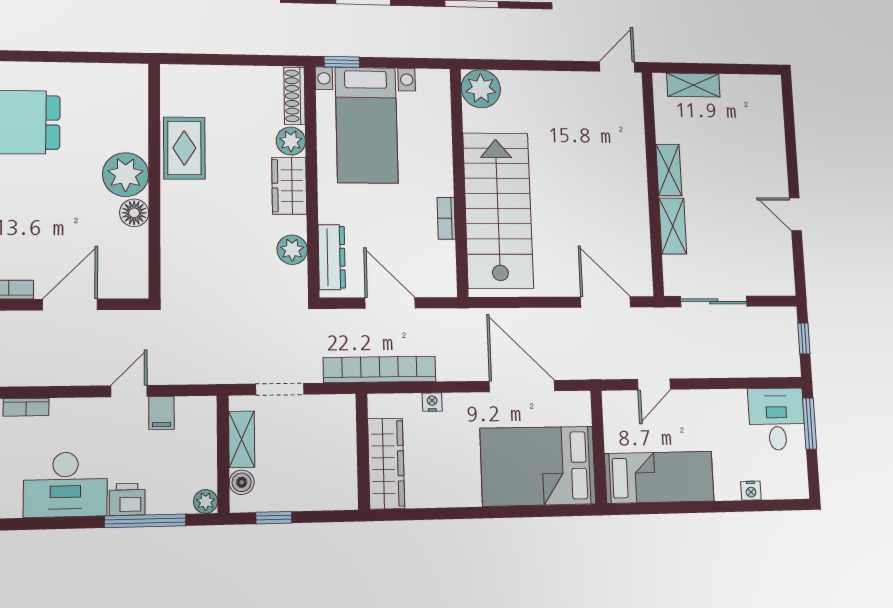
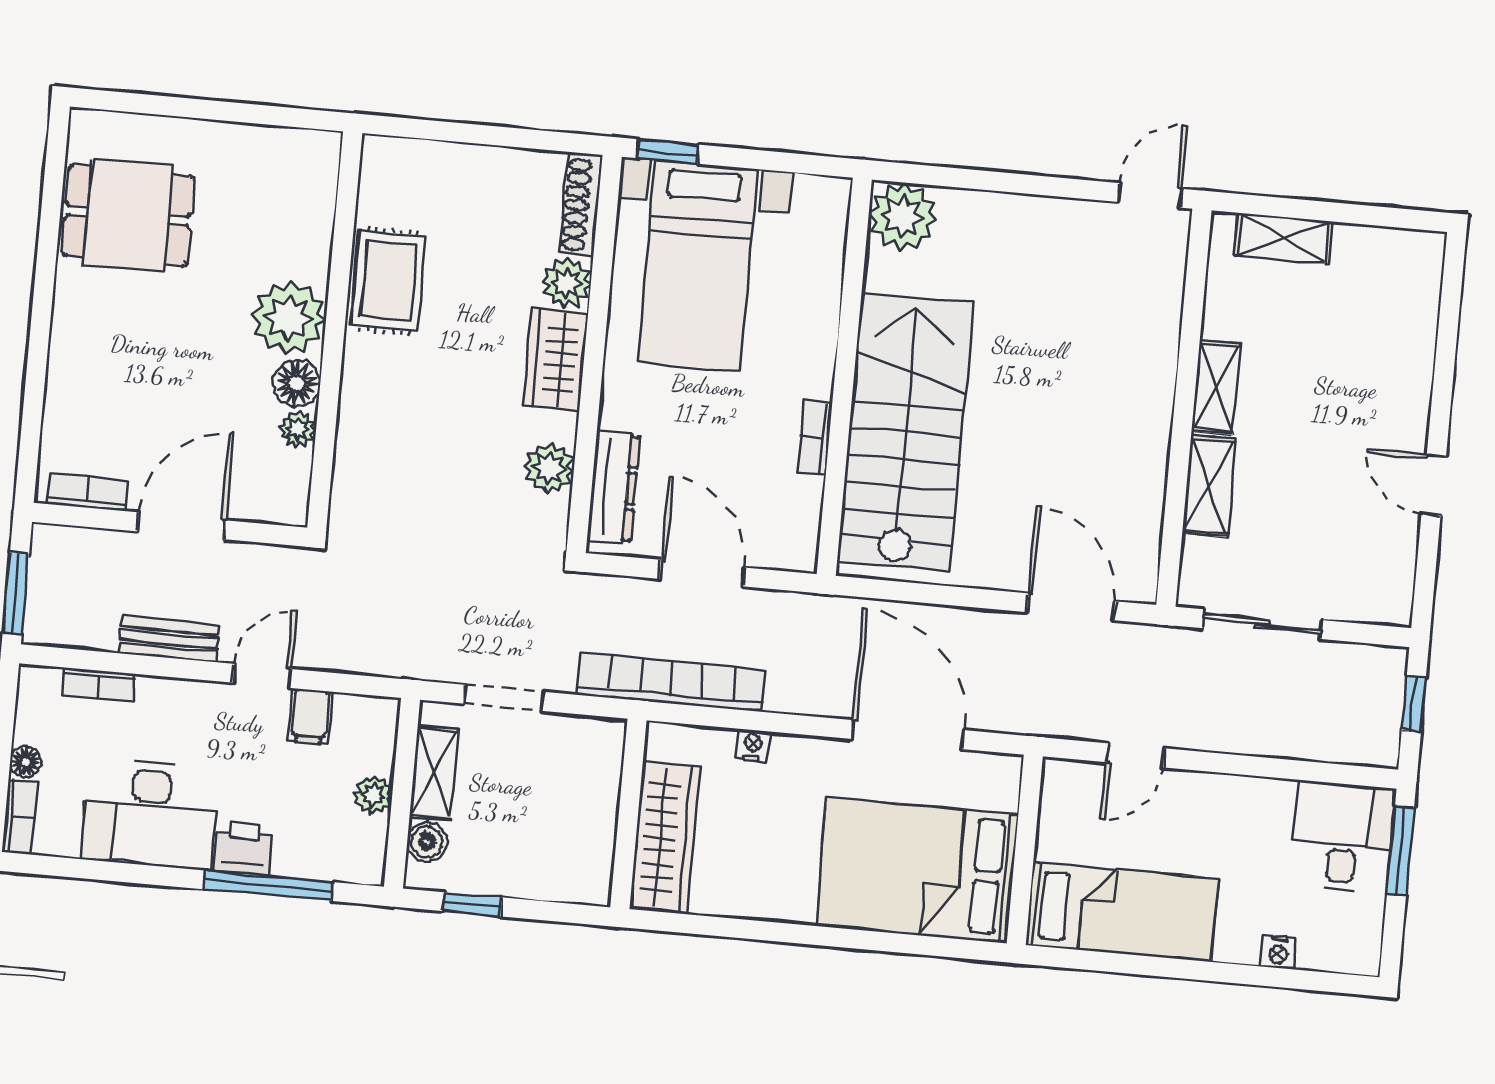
plant: (137, 240) -> (298, 429), added
bench: (68, 374) -> (169, 639), added
plant: (206, 501) -> (373, 795), moved

